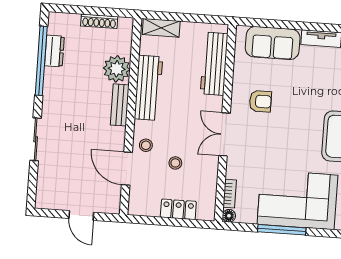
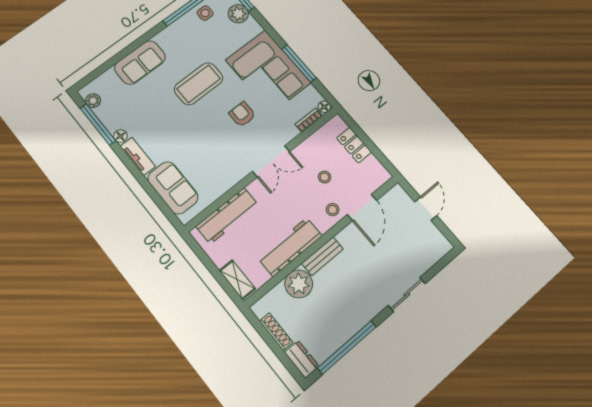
dresser: (54, 51) -> (302, 359), moved, turned 90
armchair: (260, 101) -> (242, 114), moved

